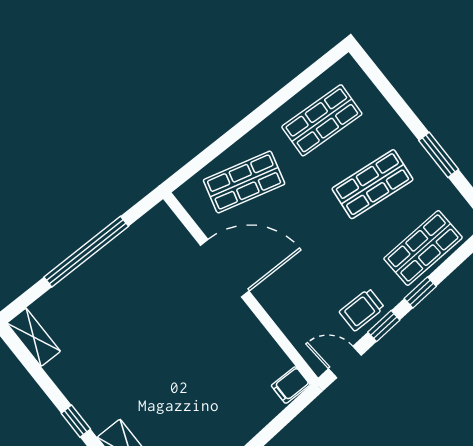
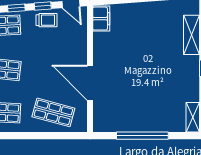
filing cabinet: (290, 385) -> (101, 19), width x2.00

